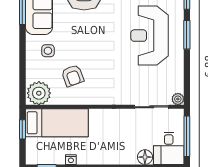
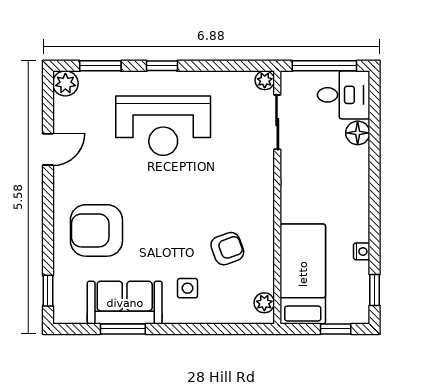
window: (187, 35) -> (162, 66), width x0.67
plant: (39, 93) -> (264, 303), width x0.53, depth x0.53
window: (22, 129) -> (336, 329), moved

